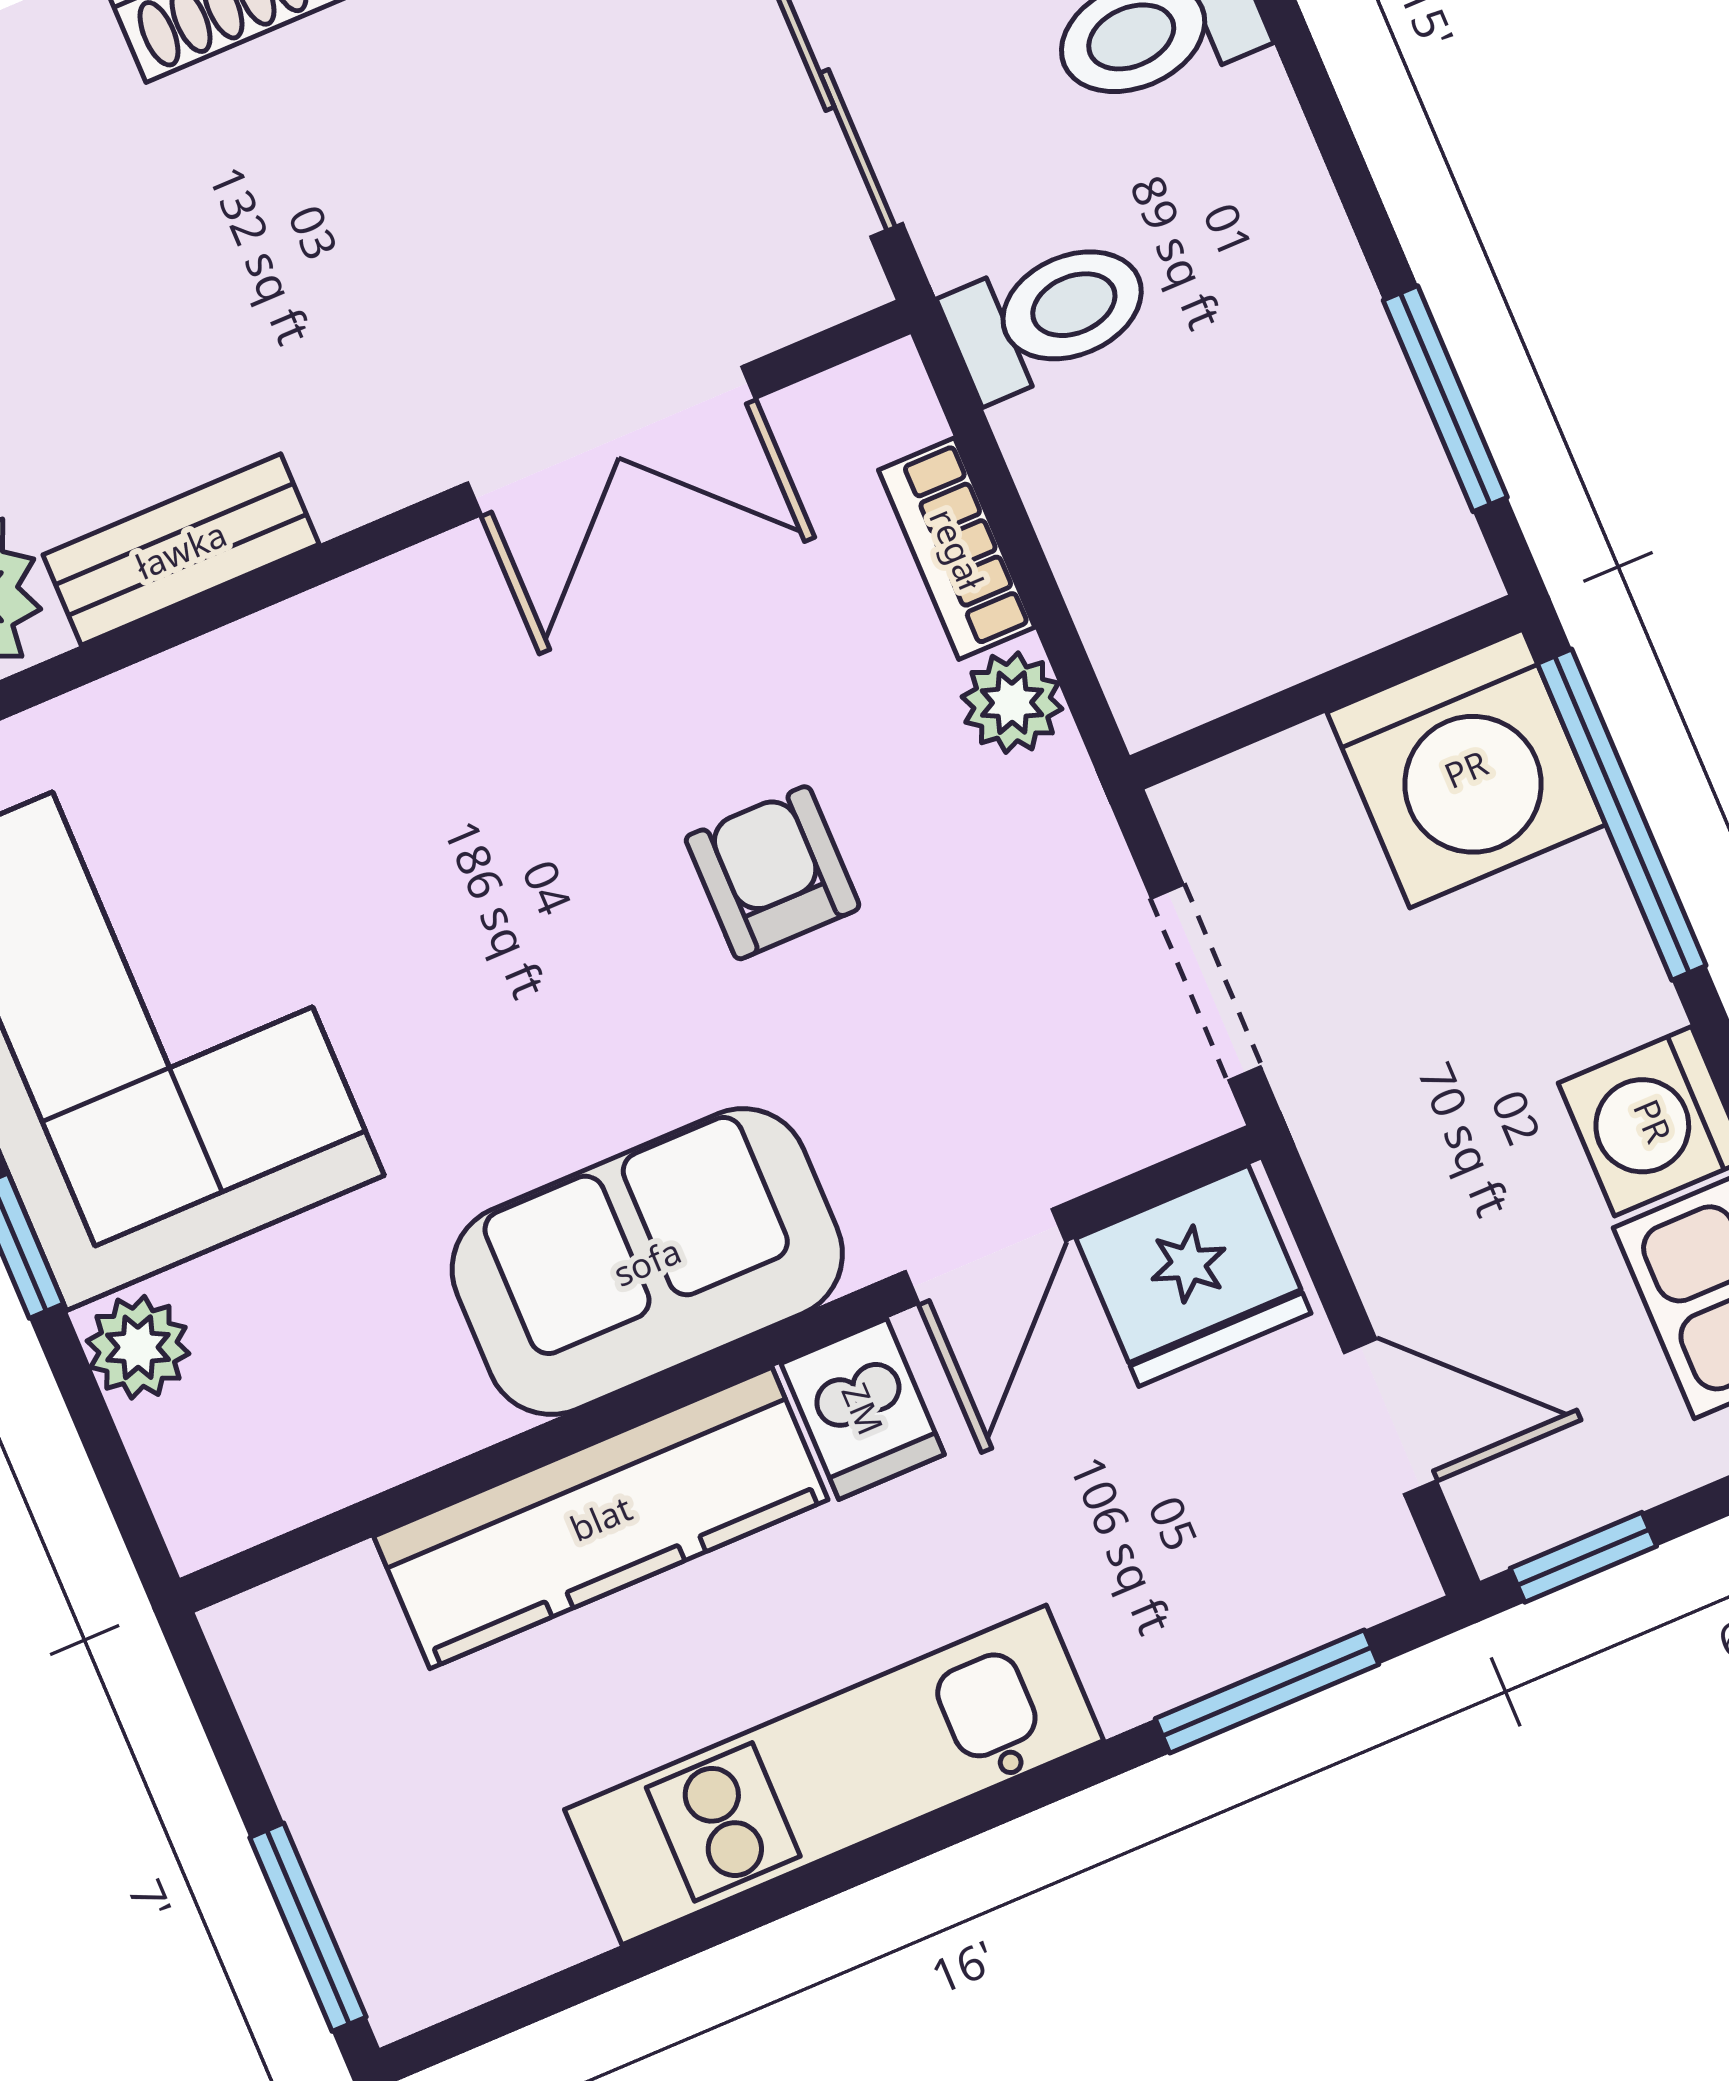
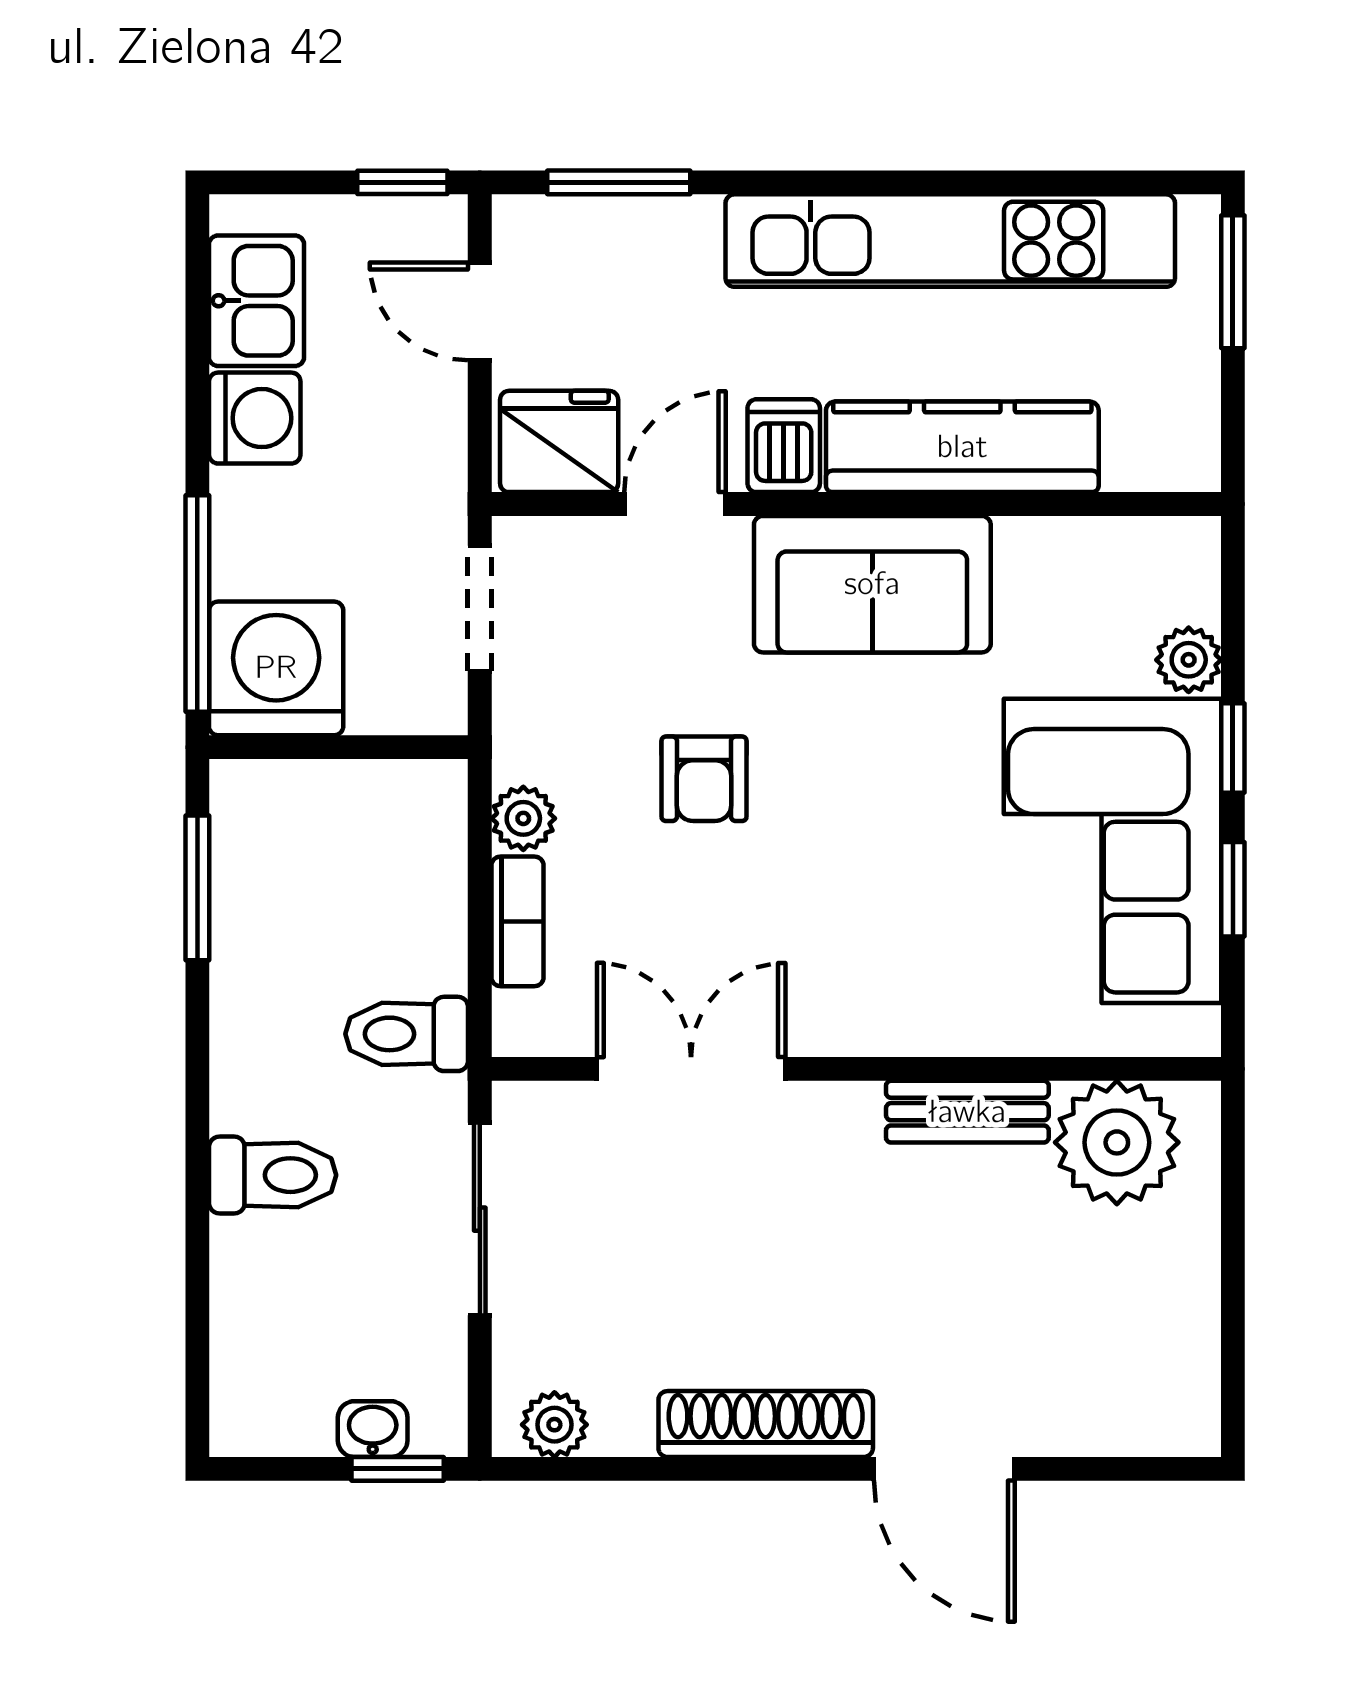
kitchen unit: (834, 1775) -> (950, 241), width x1.36

